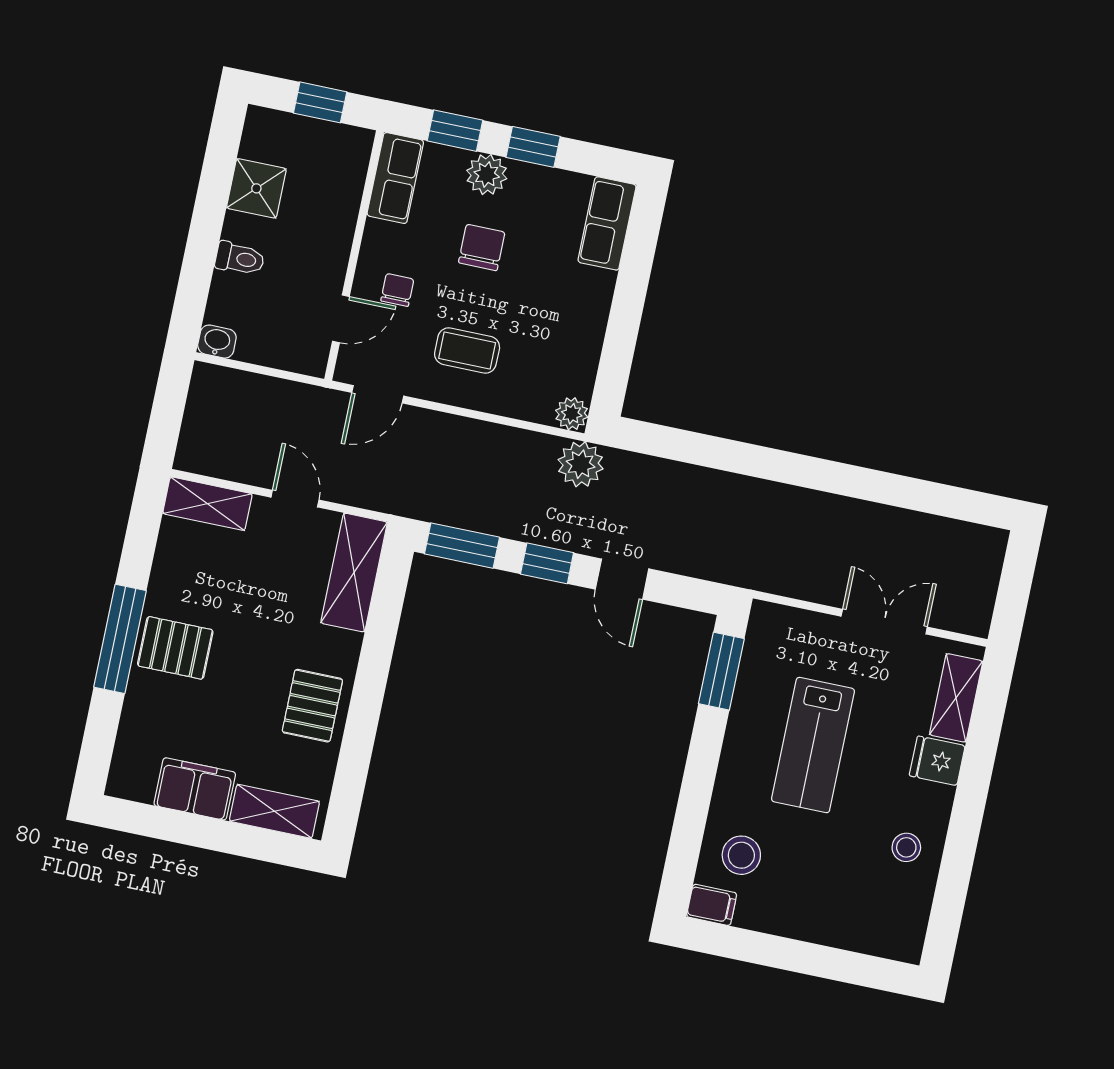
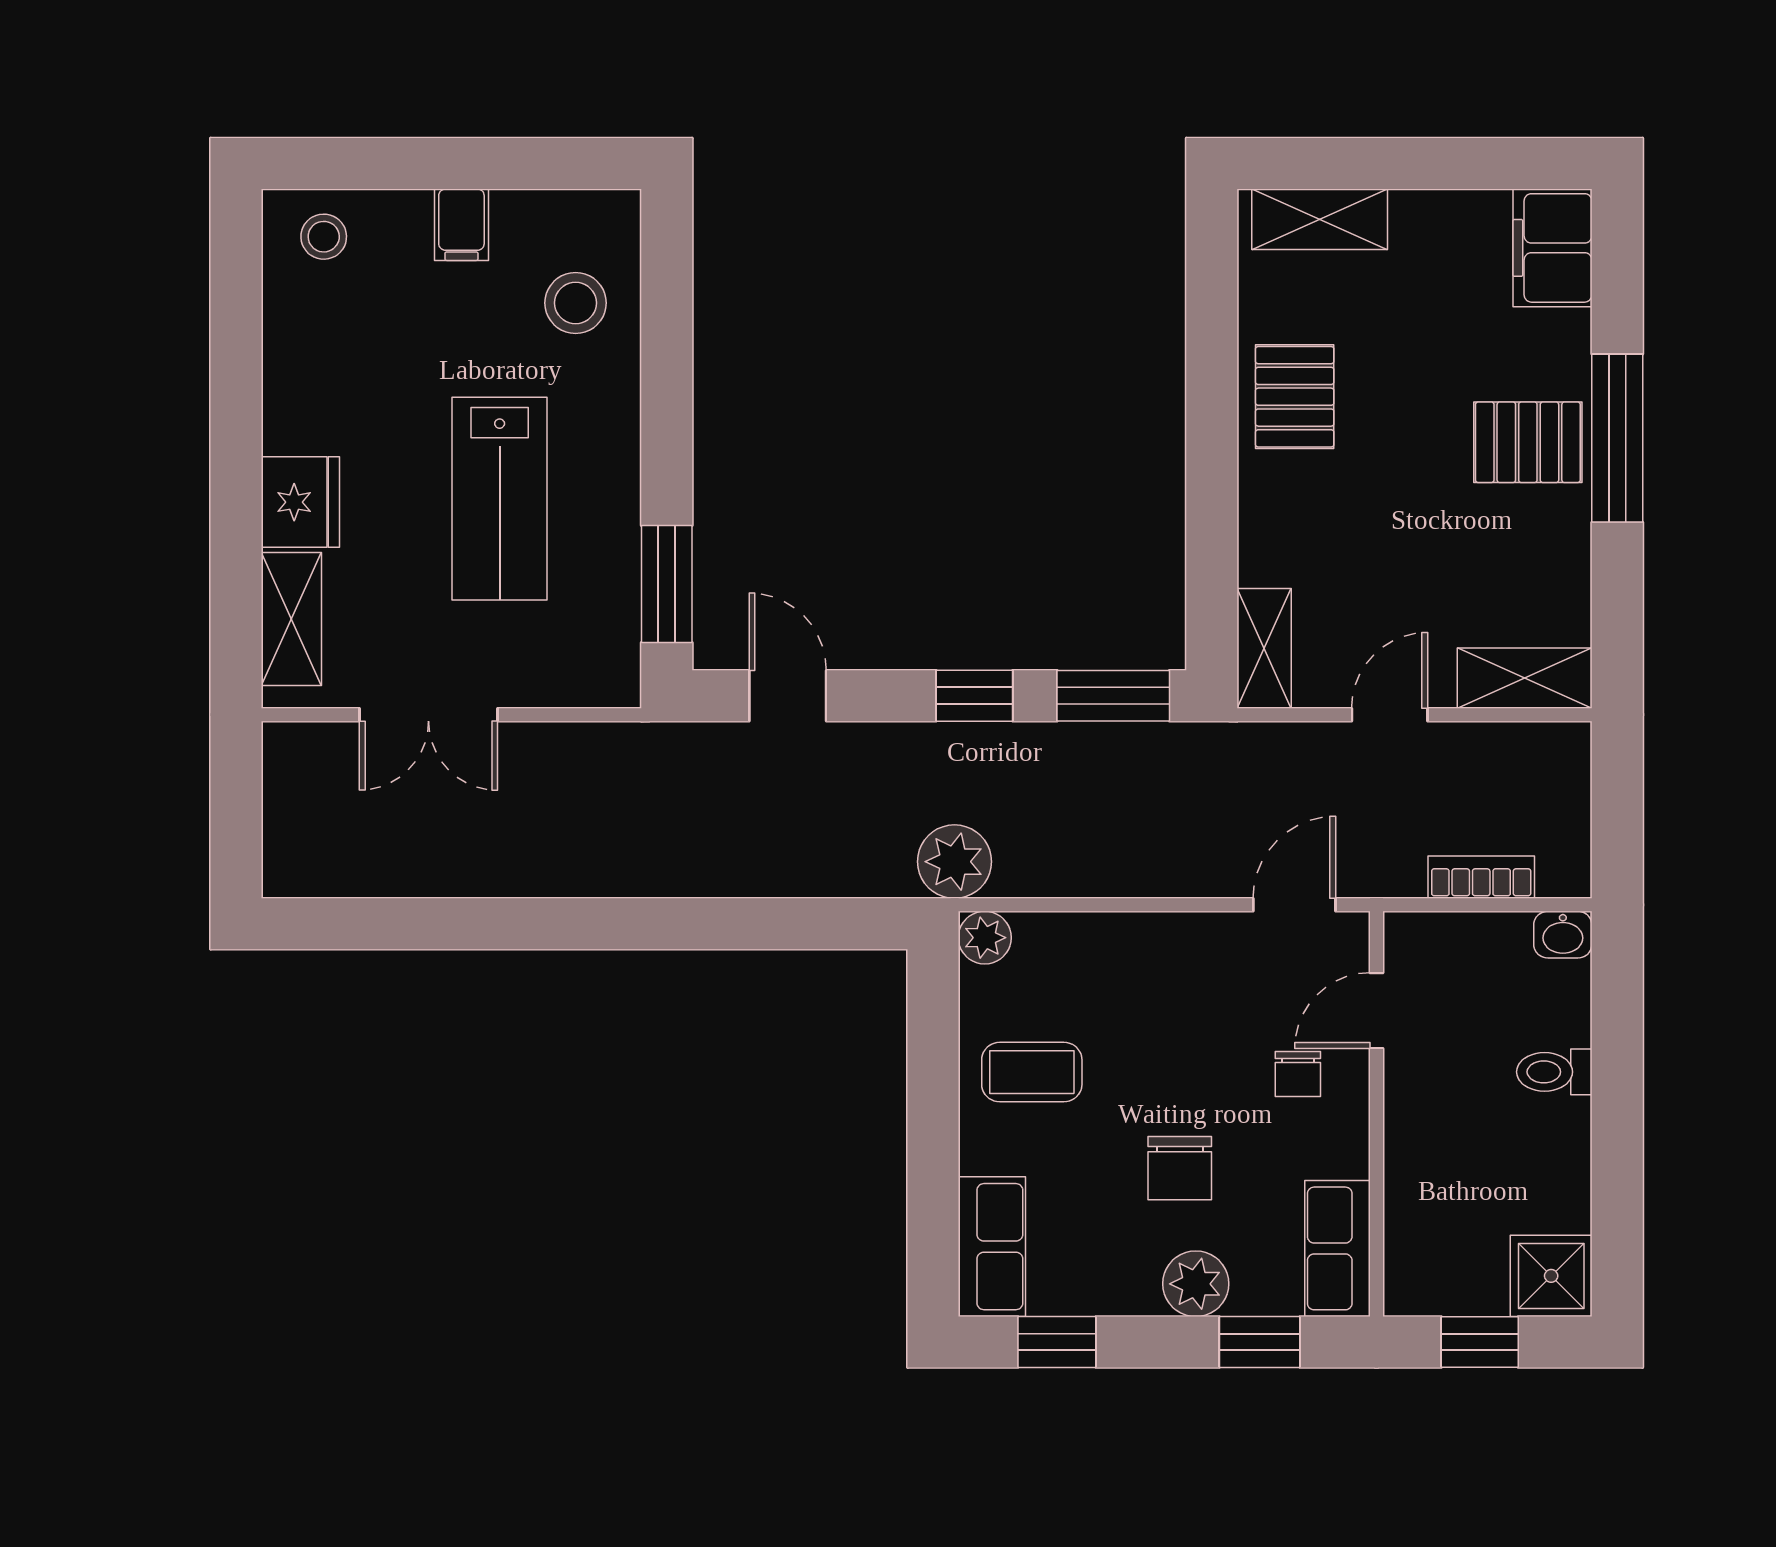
window: (533, 147) -> (1057, 1342), moved
shower: (256, 188) -> (1551, 1276), moved
coffee table: (467, 351) -> (1032, 1072), moved
bookcase: (260, 387) -> (1481, 877), added
door: (295, 499) -> (1390, 715), swing flipped
shelving: (354, 573) -> (1264, 648), width x0.67, depth x0.75
door: (622, 579) -> (788, 696), moved
lab bench: (813, 745) -> (500, 499), turned 180
fridge: (937, 761) -> (300, 502), width x1.38
filing cabinet: (195, 789) -> (1553, 248), moved, turned 90
stool: (906, 847) -> (324, 237), moved
filing cabinet: (712, 905) -> (461, 225), moved, turned -90

